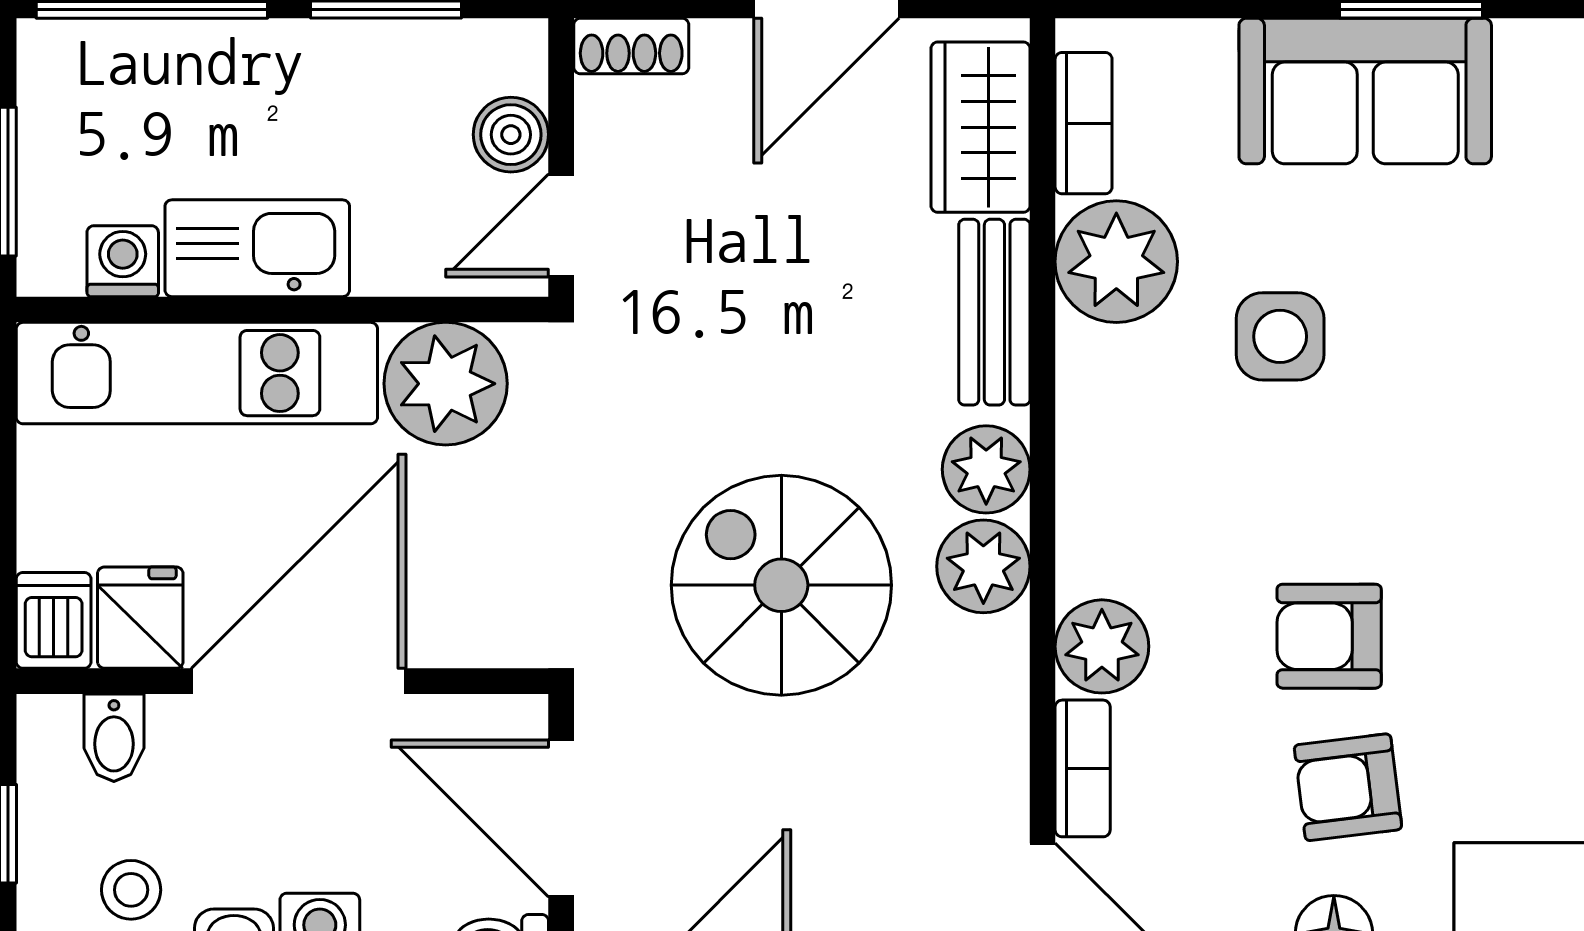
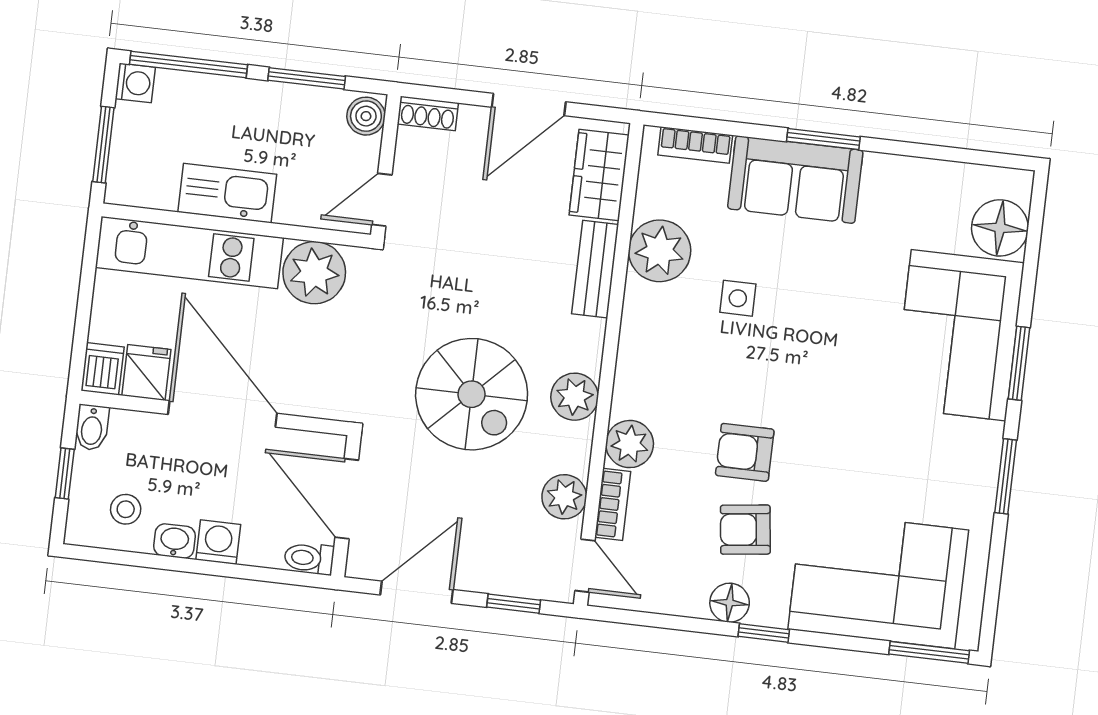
bookcase: (1084, 123) -> (695, 145), moved, turned 90
boiler: (511, 135) -> (366, 116), moved
washing machine: (123, 261) -> (135, 83), moved, turned 90
side table: (1280, 336) -> (738, 298), width x0.73, depth x0.73
plant: (986, 469) -> (564, 497), moved
spiral stairs: (781, 585) -> (472, 394), turned 180
door: (299, 681) -> (222, 414), hinge flipped
bidet: (114, 738) -> (92, 428), moved

